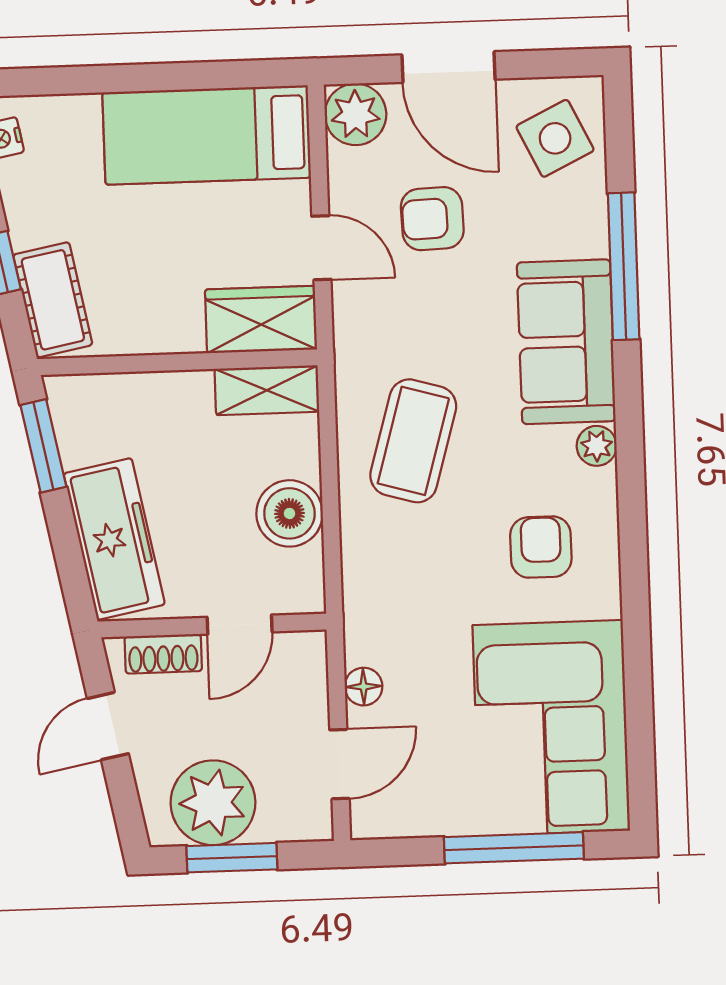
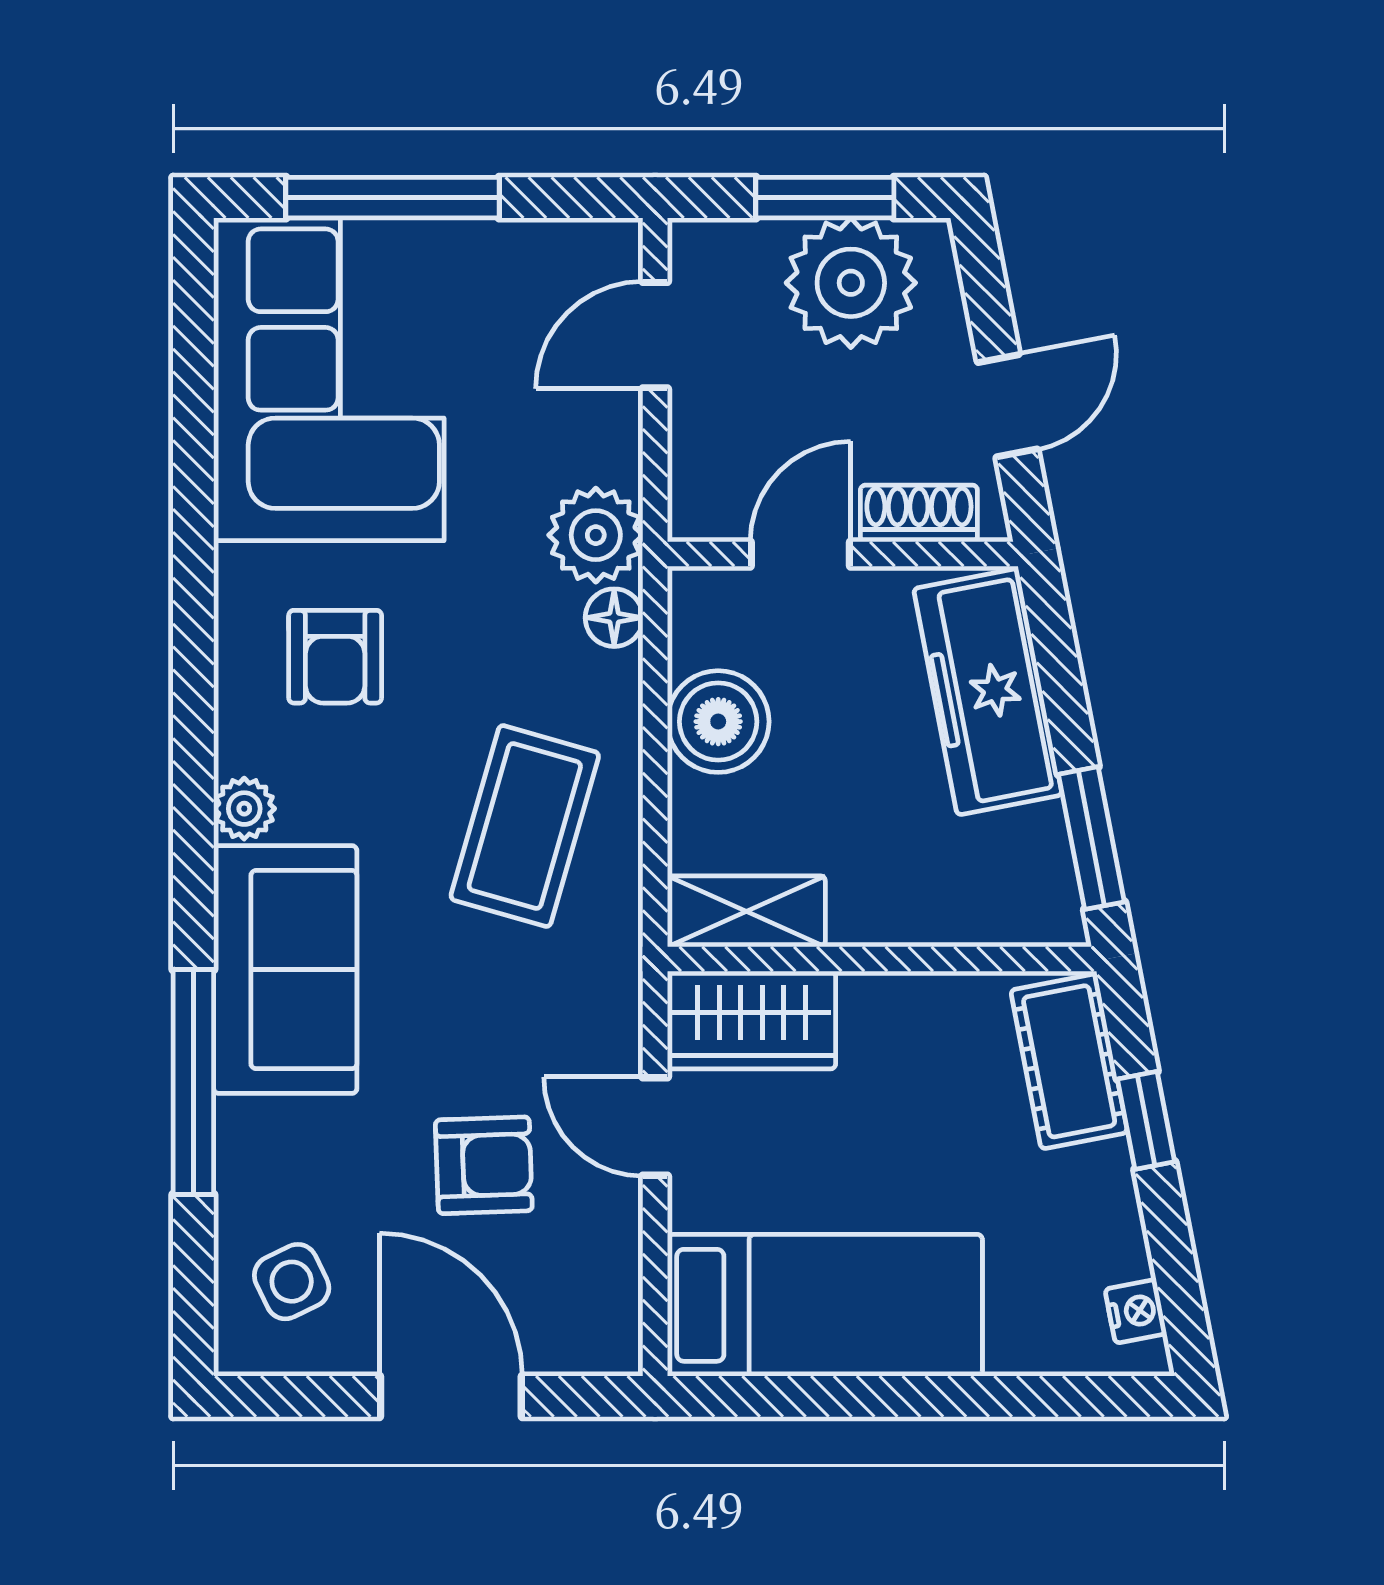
plant: (355, 114) -> (596, 535), moved
side table: (555, 138) -> (292, 1282), width x0.73, depth x0.73
floor lamp: (364, 687) -> (614, 618), moved

